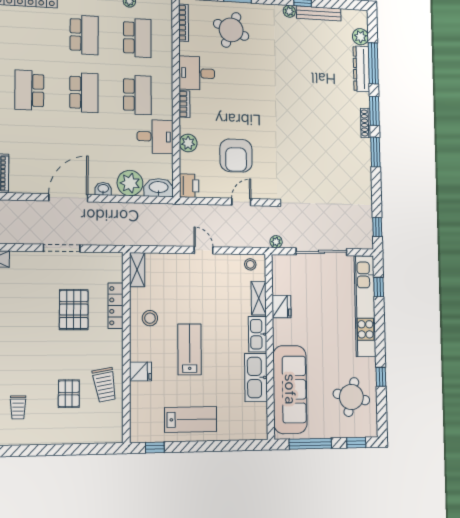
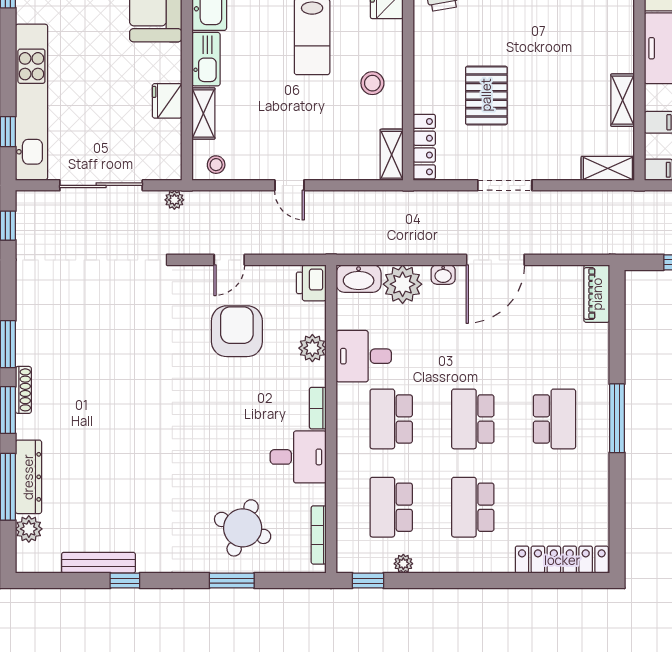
plant: (289, 11) -> (147, 563), removed
locker: (116, 306) -> (424, 147), moved

